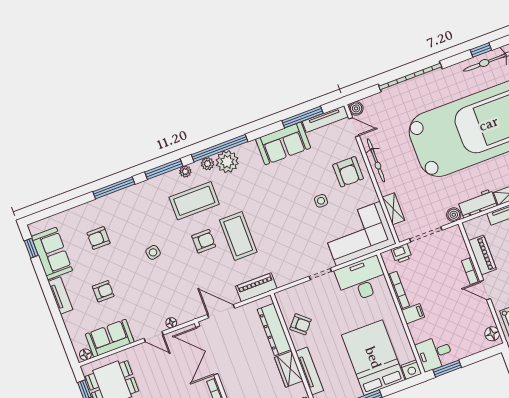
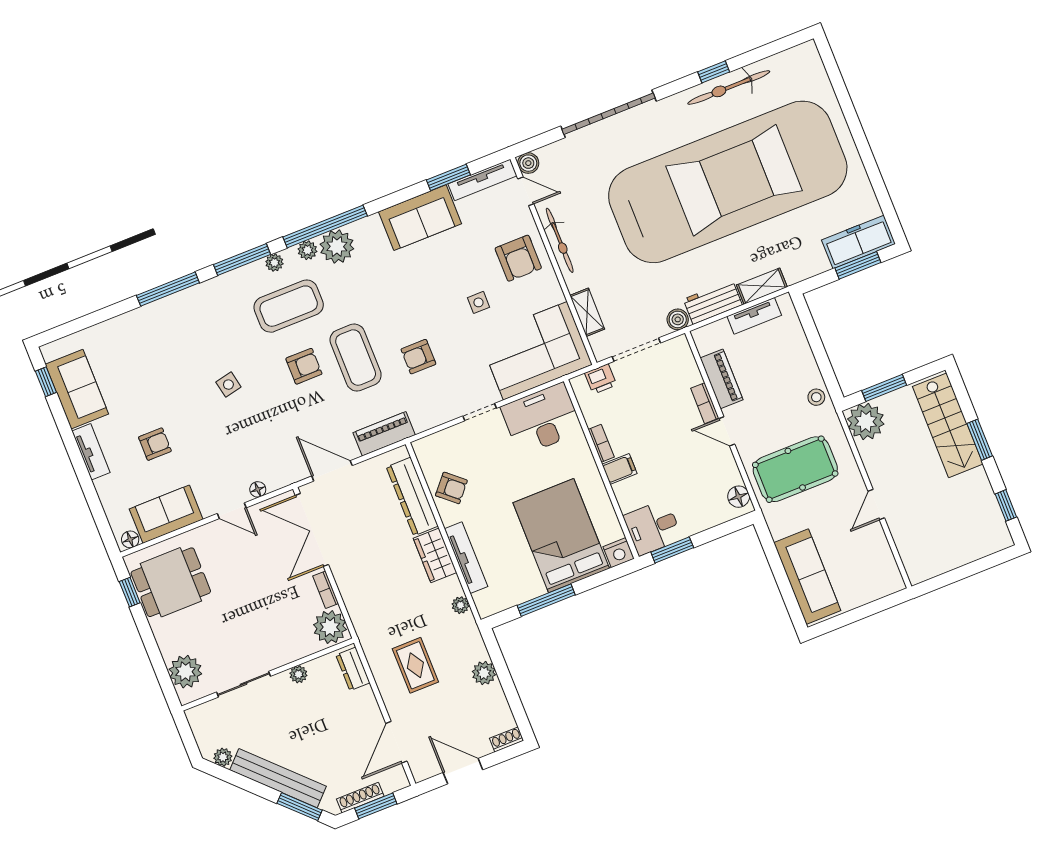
window: (303, 117) -> (448, 177), width x0.69
armchair: (98, 238) -> (418, 357), moved
bookcase: (399, 290) -> (601, 443), width x0.64

